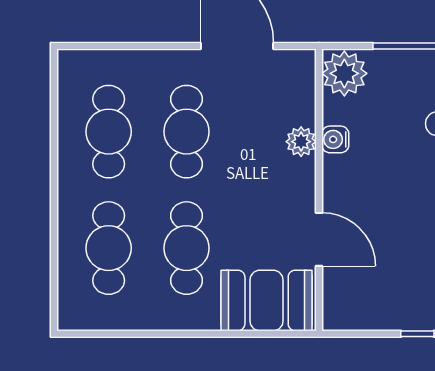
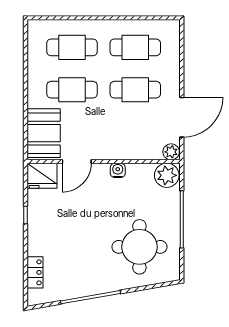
water cooler: (335, 139) -> (118, 170), moved
plant: (301, 142) -> (171, 152), moved
fridge: (345, 303) -> (42, 176), added

